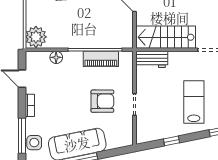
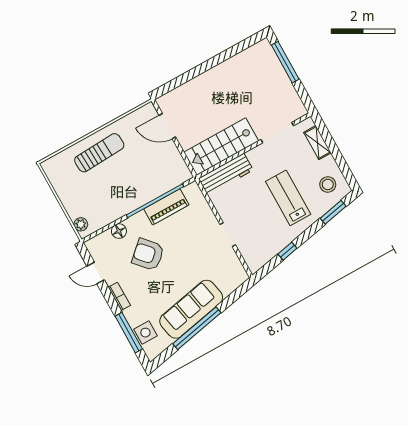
plant: (36, 37) -> (81, 224), width x0.53, depth x0.53
workbench: (152, 59) -> (226, 174), width x1.38
armchair: (102, 101) -> (148, 254), moved, turned -132

